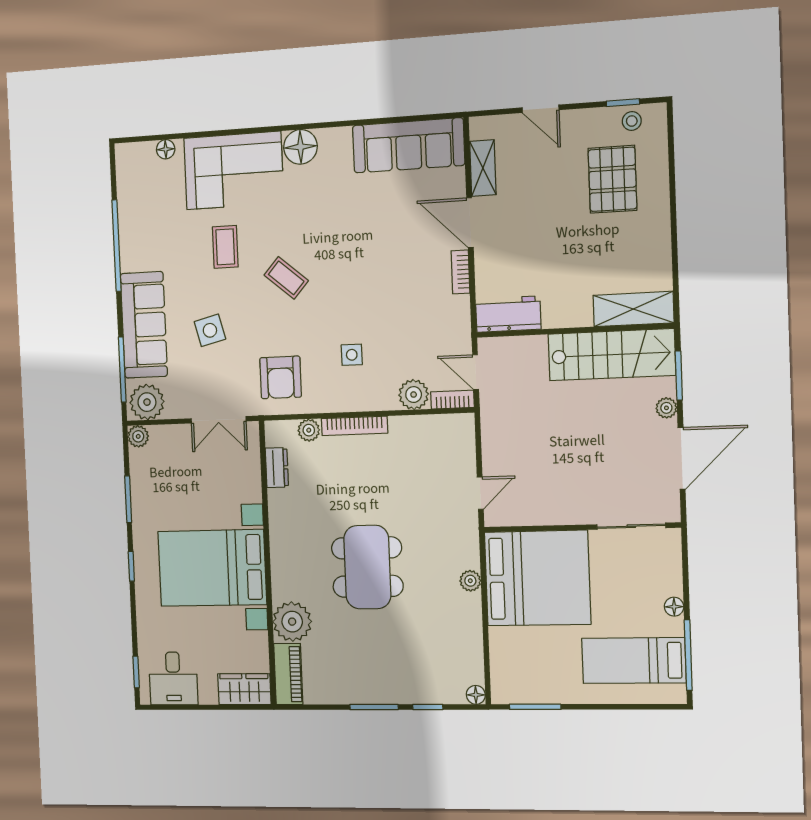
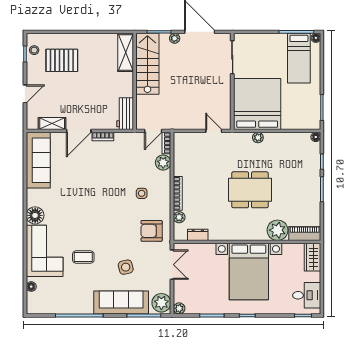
coffee table: (286, 278) -> (101, 226), removed
armchair: (281, 377) -> (152, 231), turned 180
floor lamp: (674, 607) -> (316, 38), moved

